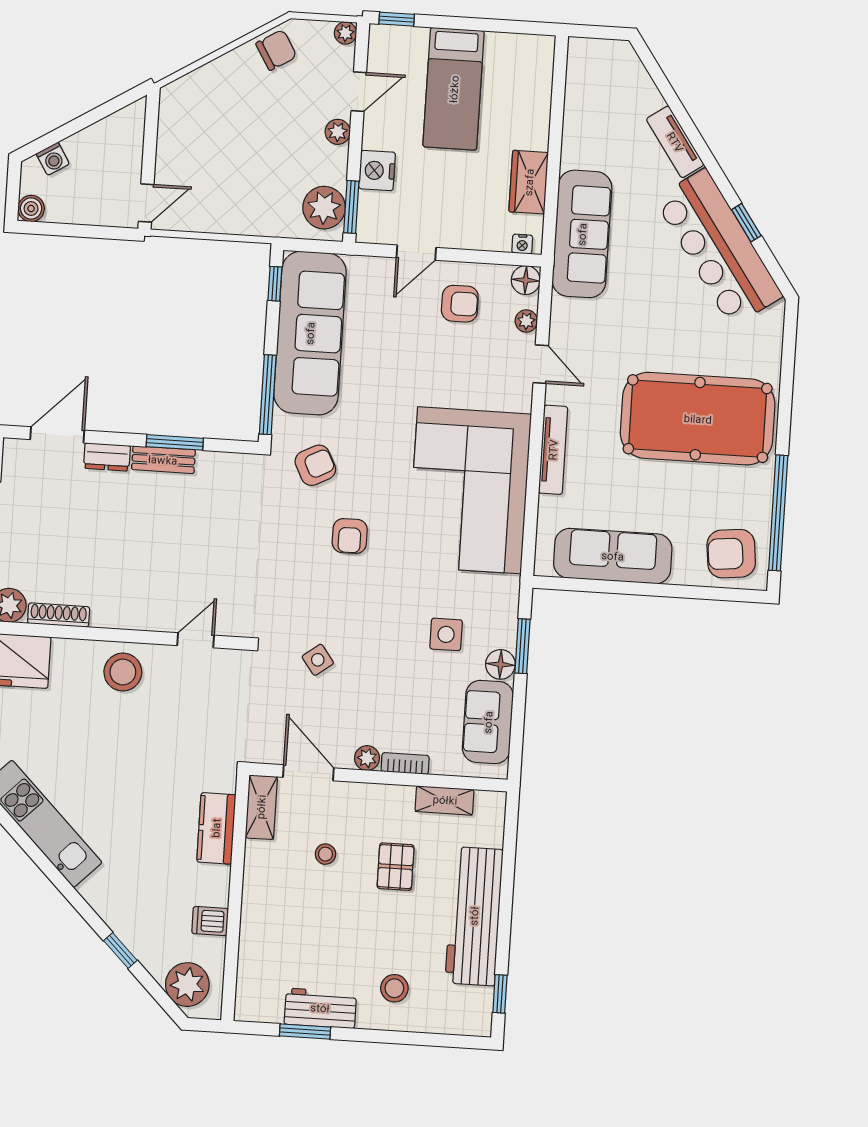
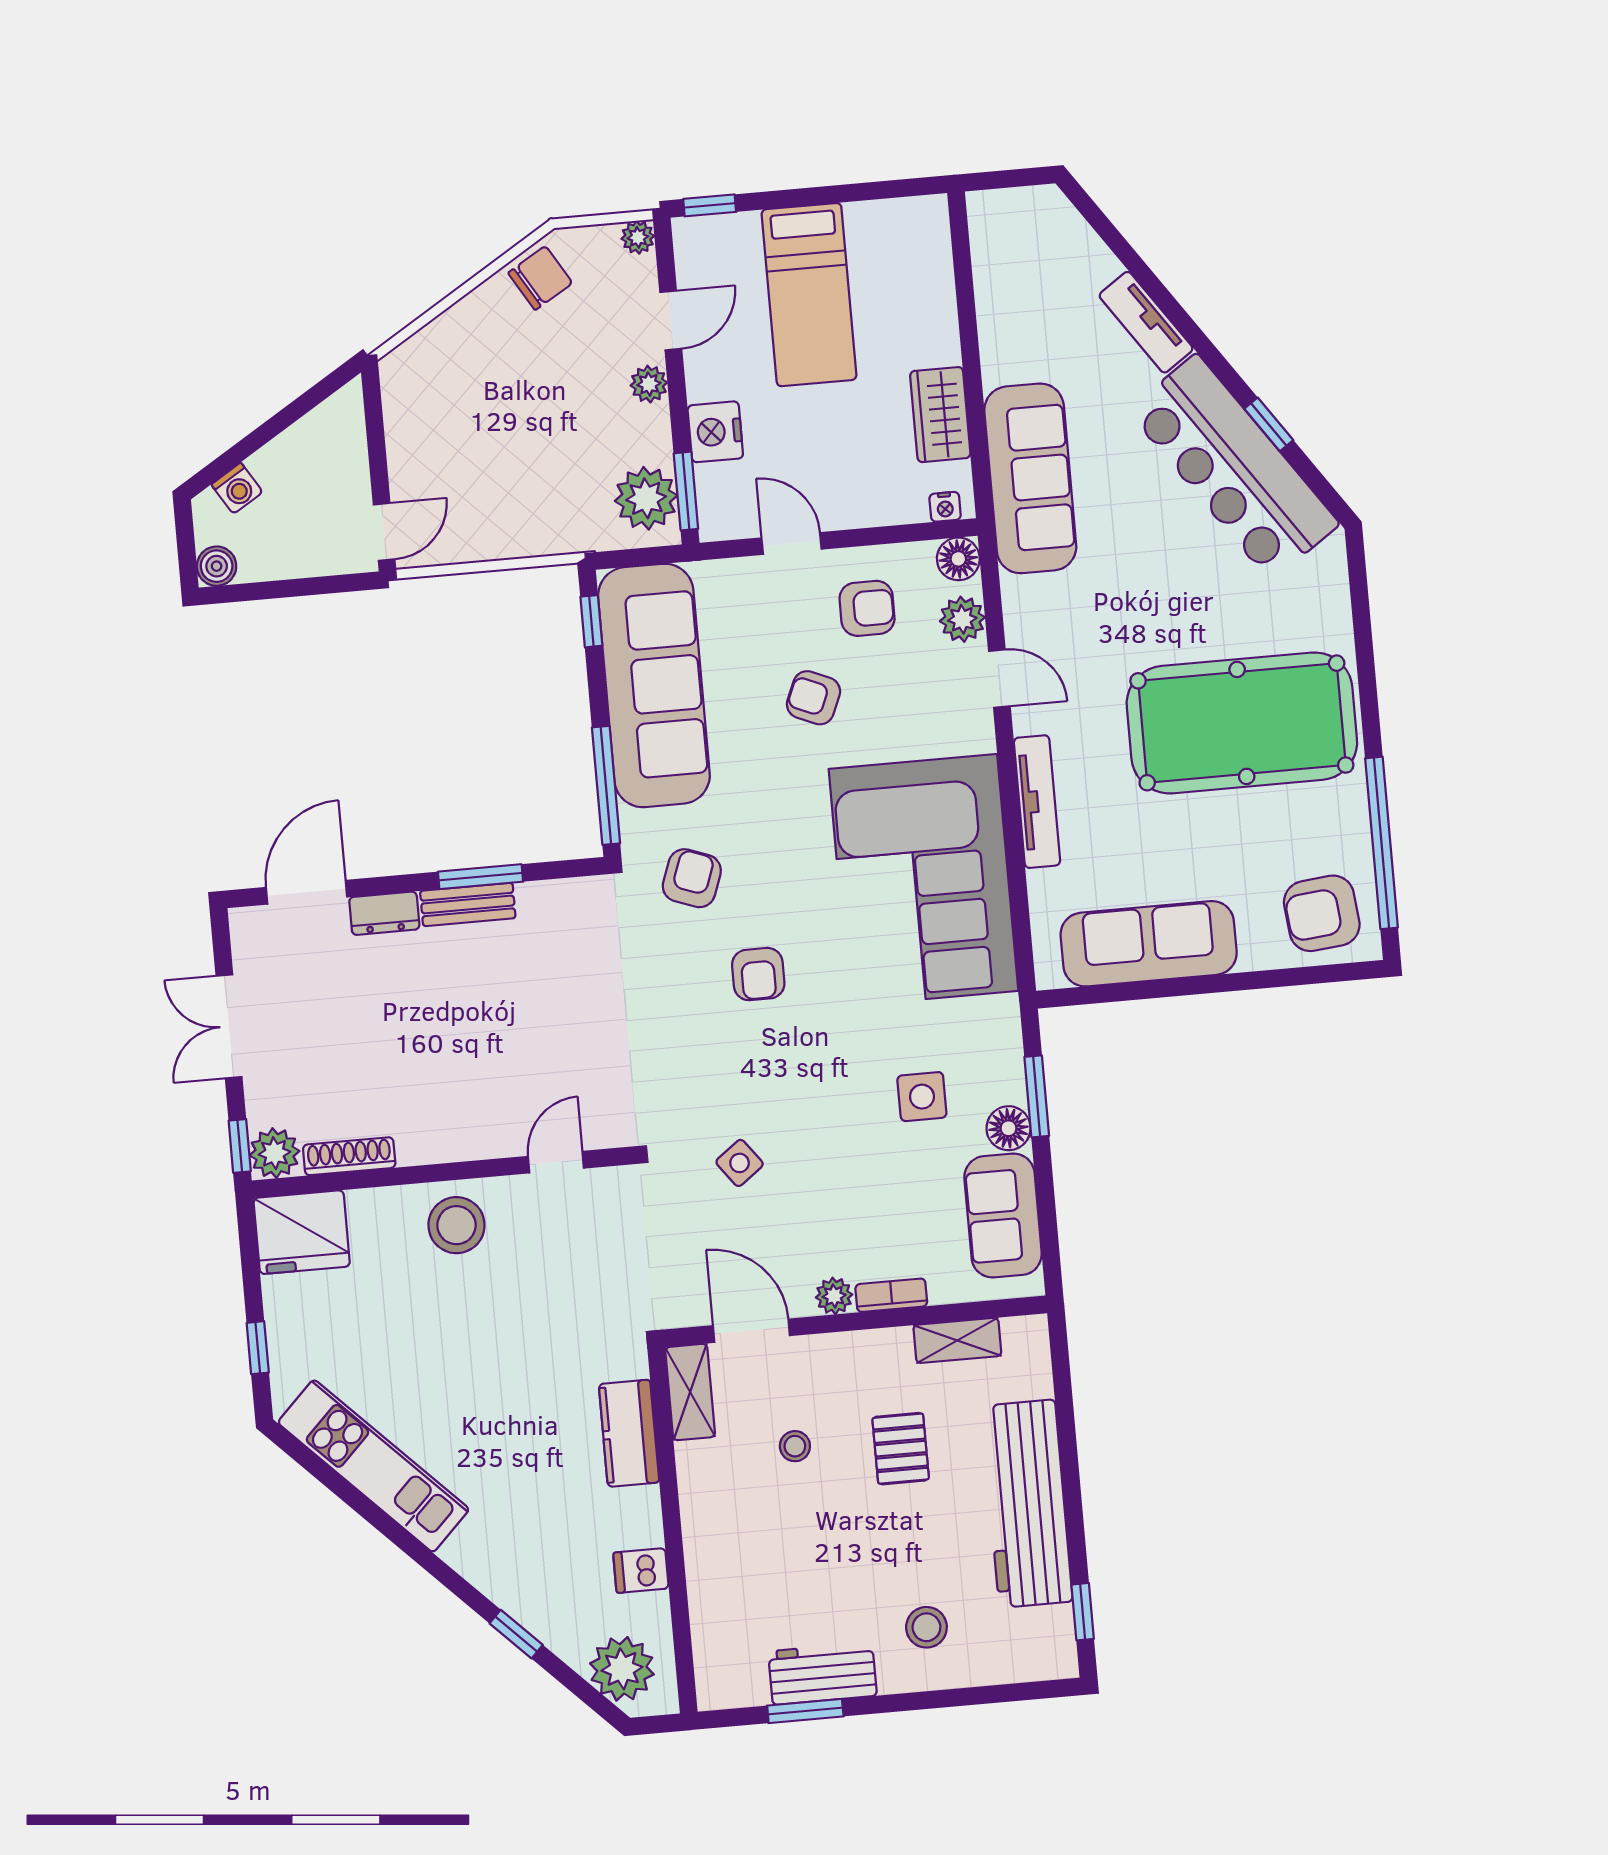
door: (416, 253) -> (791, 543), swing flipped
plant: (526, 321) -> (962, 619), width x1.38, depth x1.38
armchair: (415, 358) -> (813, 698), added
armchair: (315, 465) -> (692, 878), turned -43

